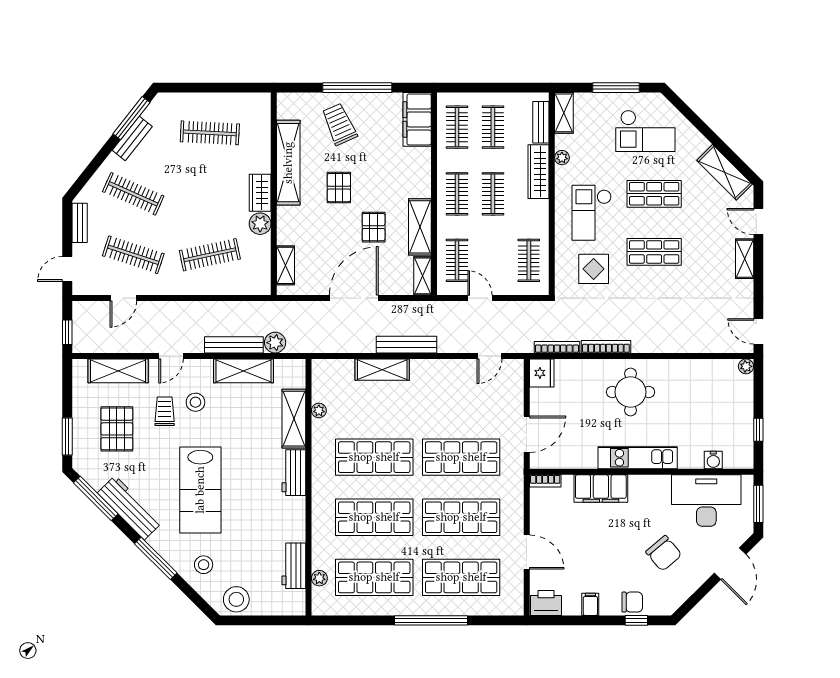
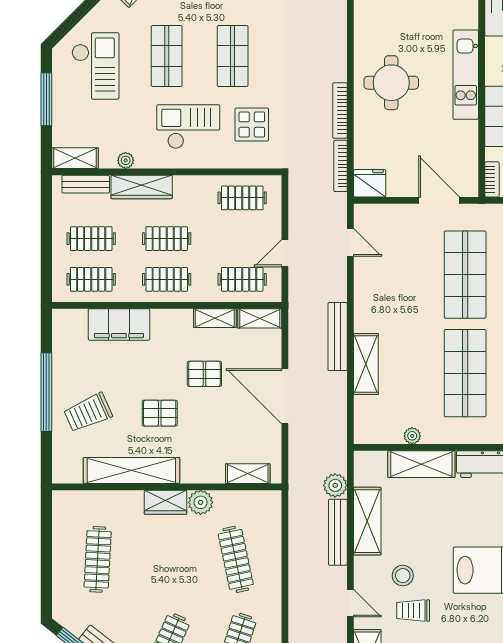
filing cabinet: (417, 119) -> (119, 324), moved
checkout: (592, 213) -> (188, 127), turned 180
shelving: (420, 227) -> (215, 318), width x0.67, depth x0.75

